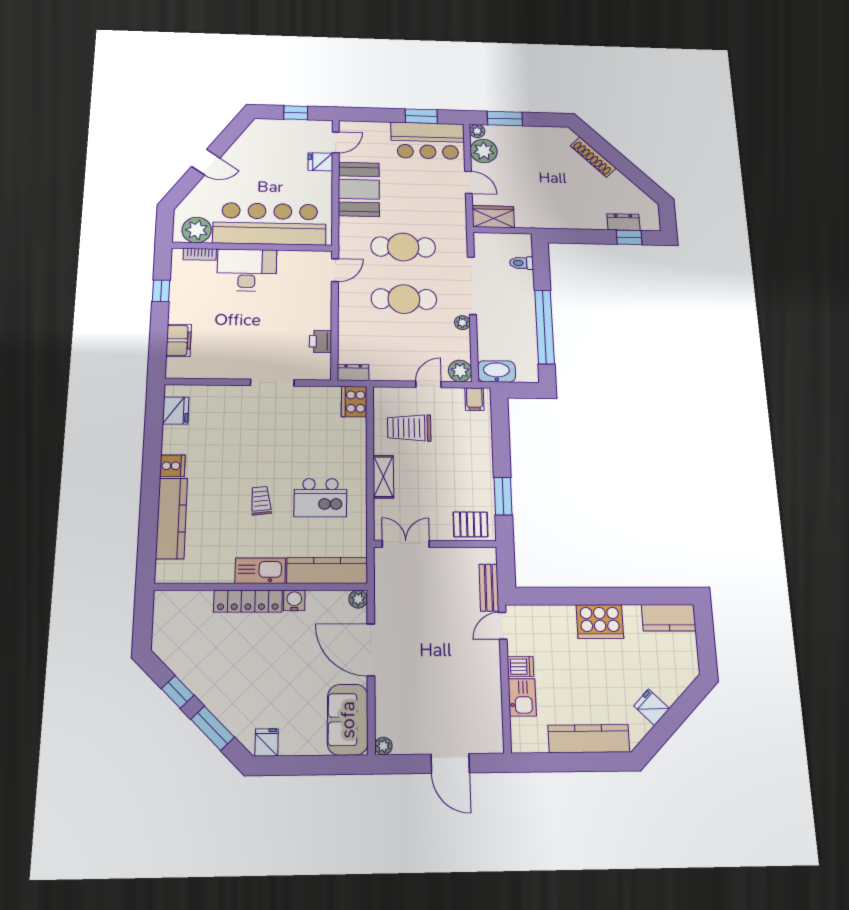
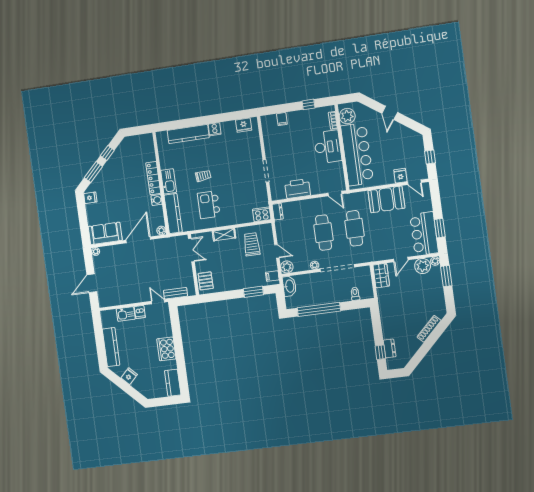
filing cabinet: (179, 340) -> (282, 119), width x0.50
printer: (321, 341) -> (298, 189), width x1.87, depth x1.48
window: (503, 496) -> (253, 292), moved

